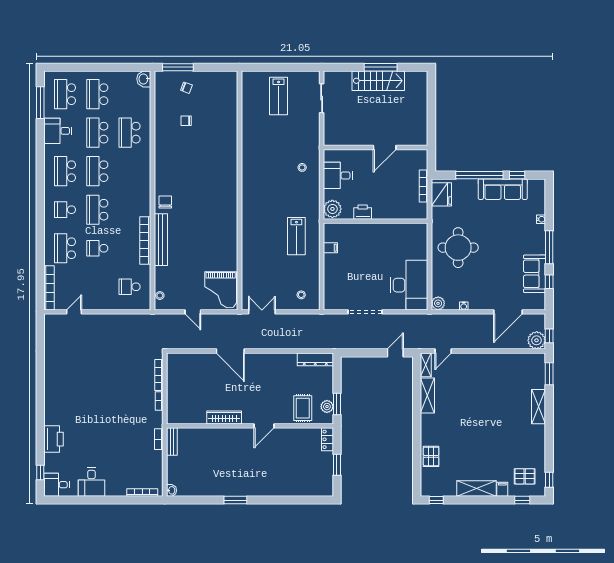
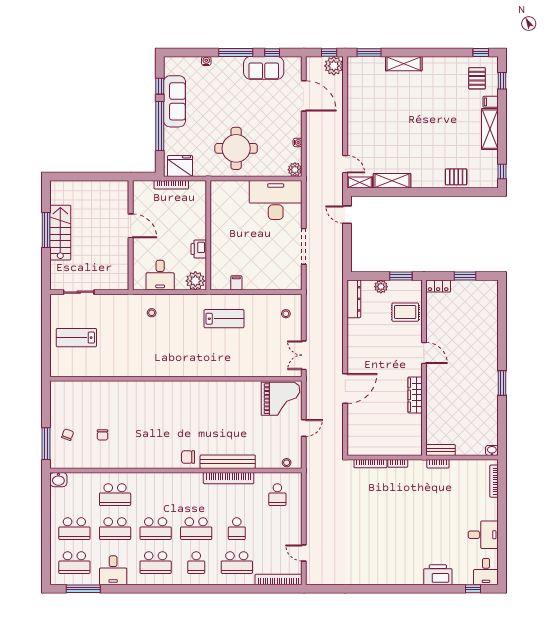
lab bench: (279, 96) -> (76, 338), turned 180
plant: (327, 407) -> (381, 287), moved

